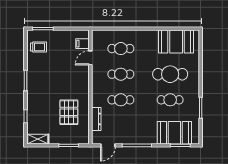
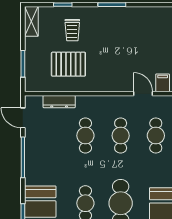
trolley: (38, 47) -> (72, 30), moved

